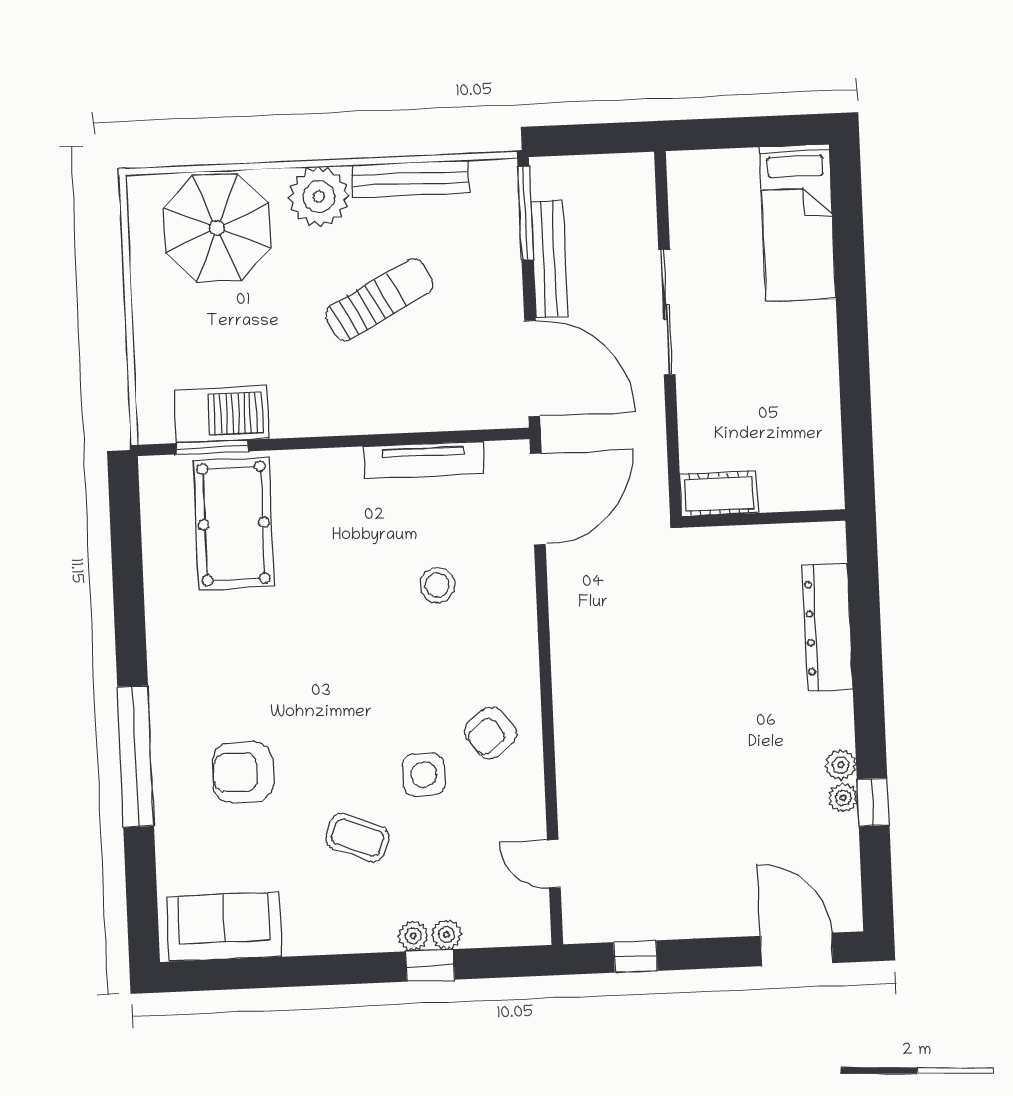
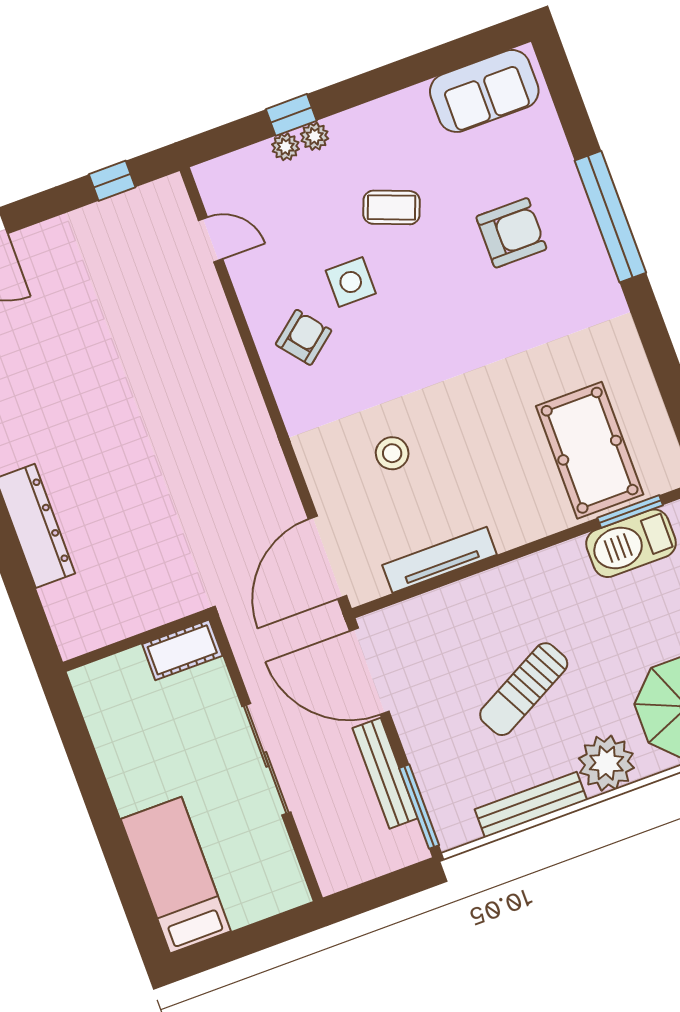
cot: (719, 494) -> (182, 650), moved
wall: (764, 518) -> (136, 641), moved

